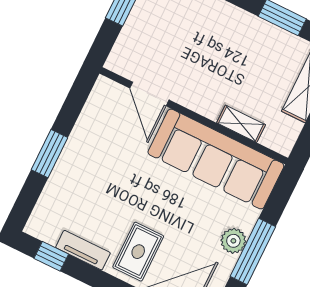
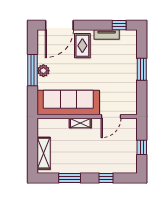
door: (149, 94) -> (111, 117), swing flipped
shelving: (241, 124) -> (80, 123), moved

